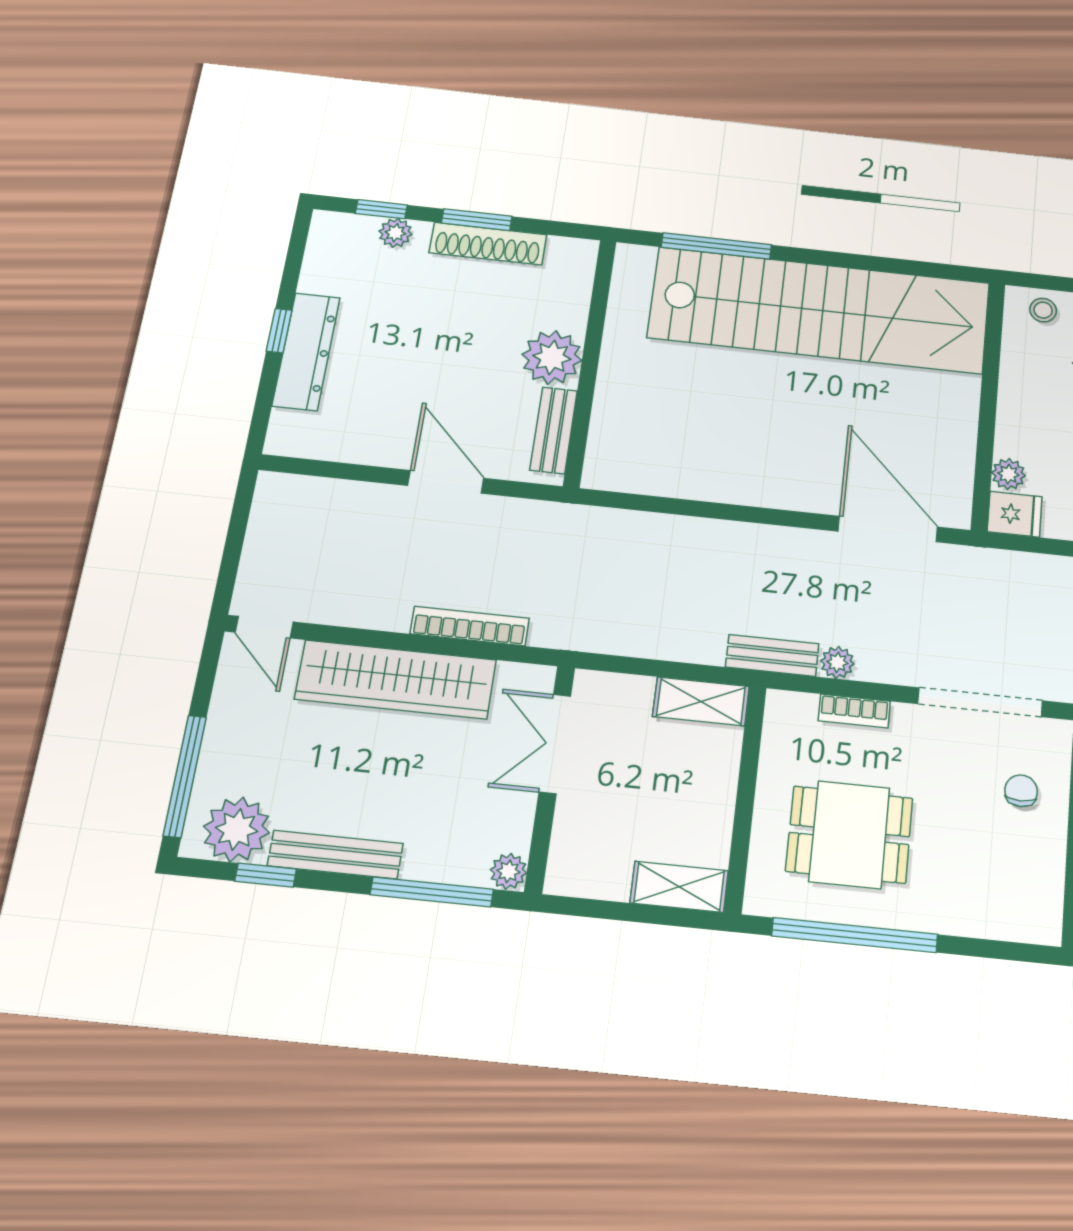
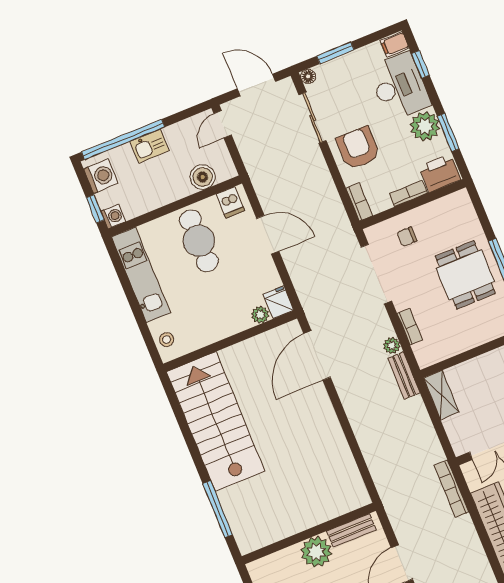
stairs: (820, 310) -> (216, 422), width x0.73
bookcase: (470, 626) -> (451, 489), moved
dining table: (849, 835) -> (465, 275), moved

